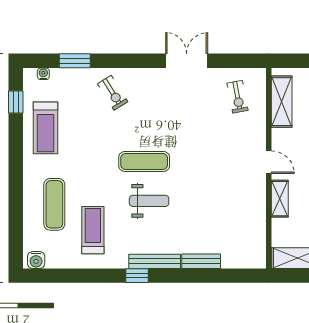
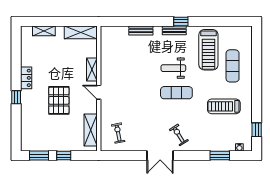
double door: (187, 61) -> (160, 156), moved
exercise bike: (113, 93) -> (179, 135), moved
treadmill: (46, 128) -> (224, 106), moved, turned -90
treadmill: (93, 230) -> (208, 50), width x1.37, depth x1.38
water cooler: (36, 260) -> (244, 31), removed
bench: (155, 261) -> (174, 30), width x0.73

